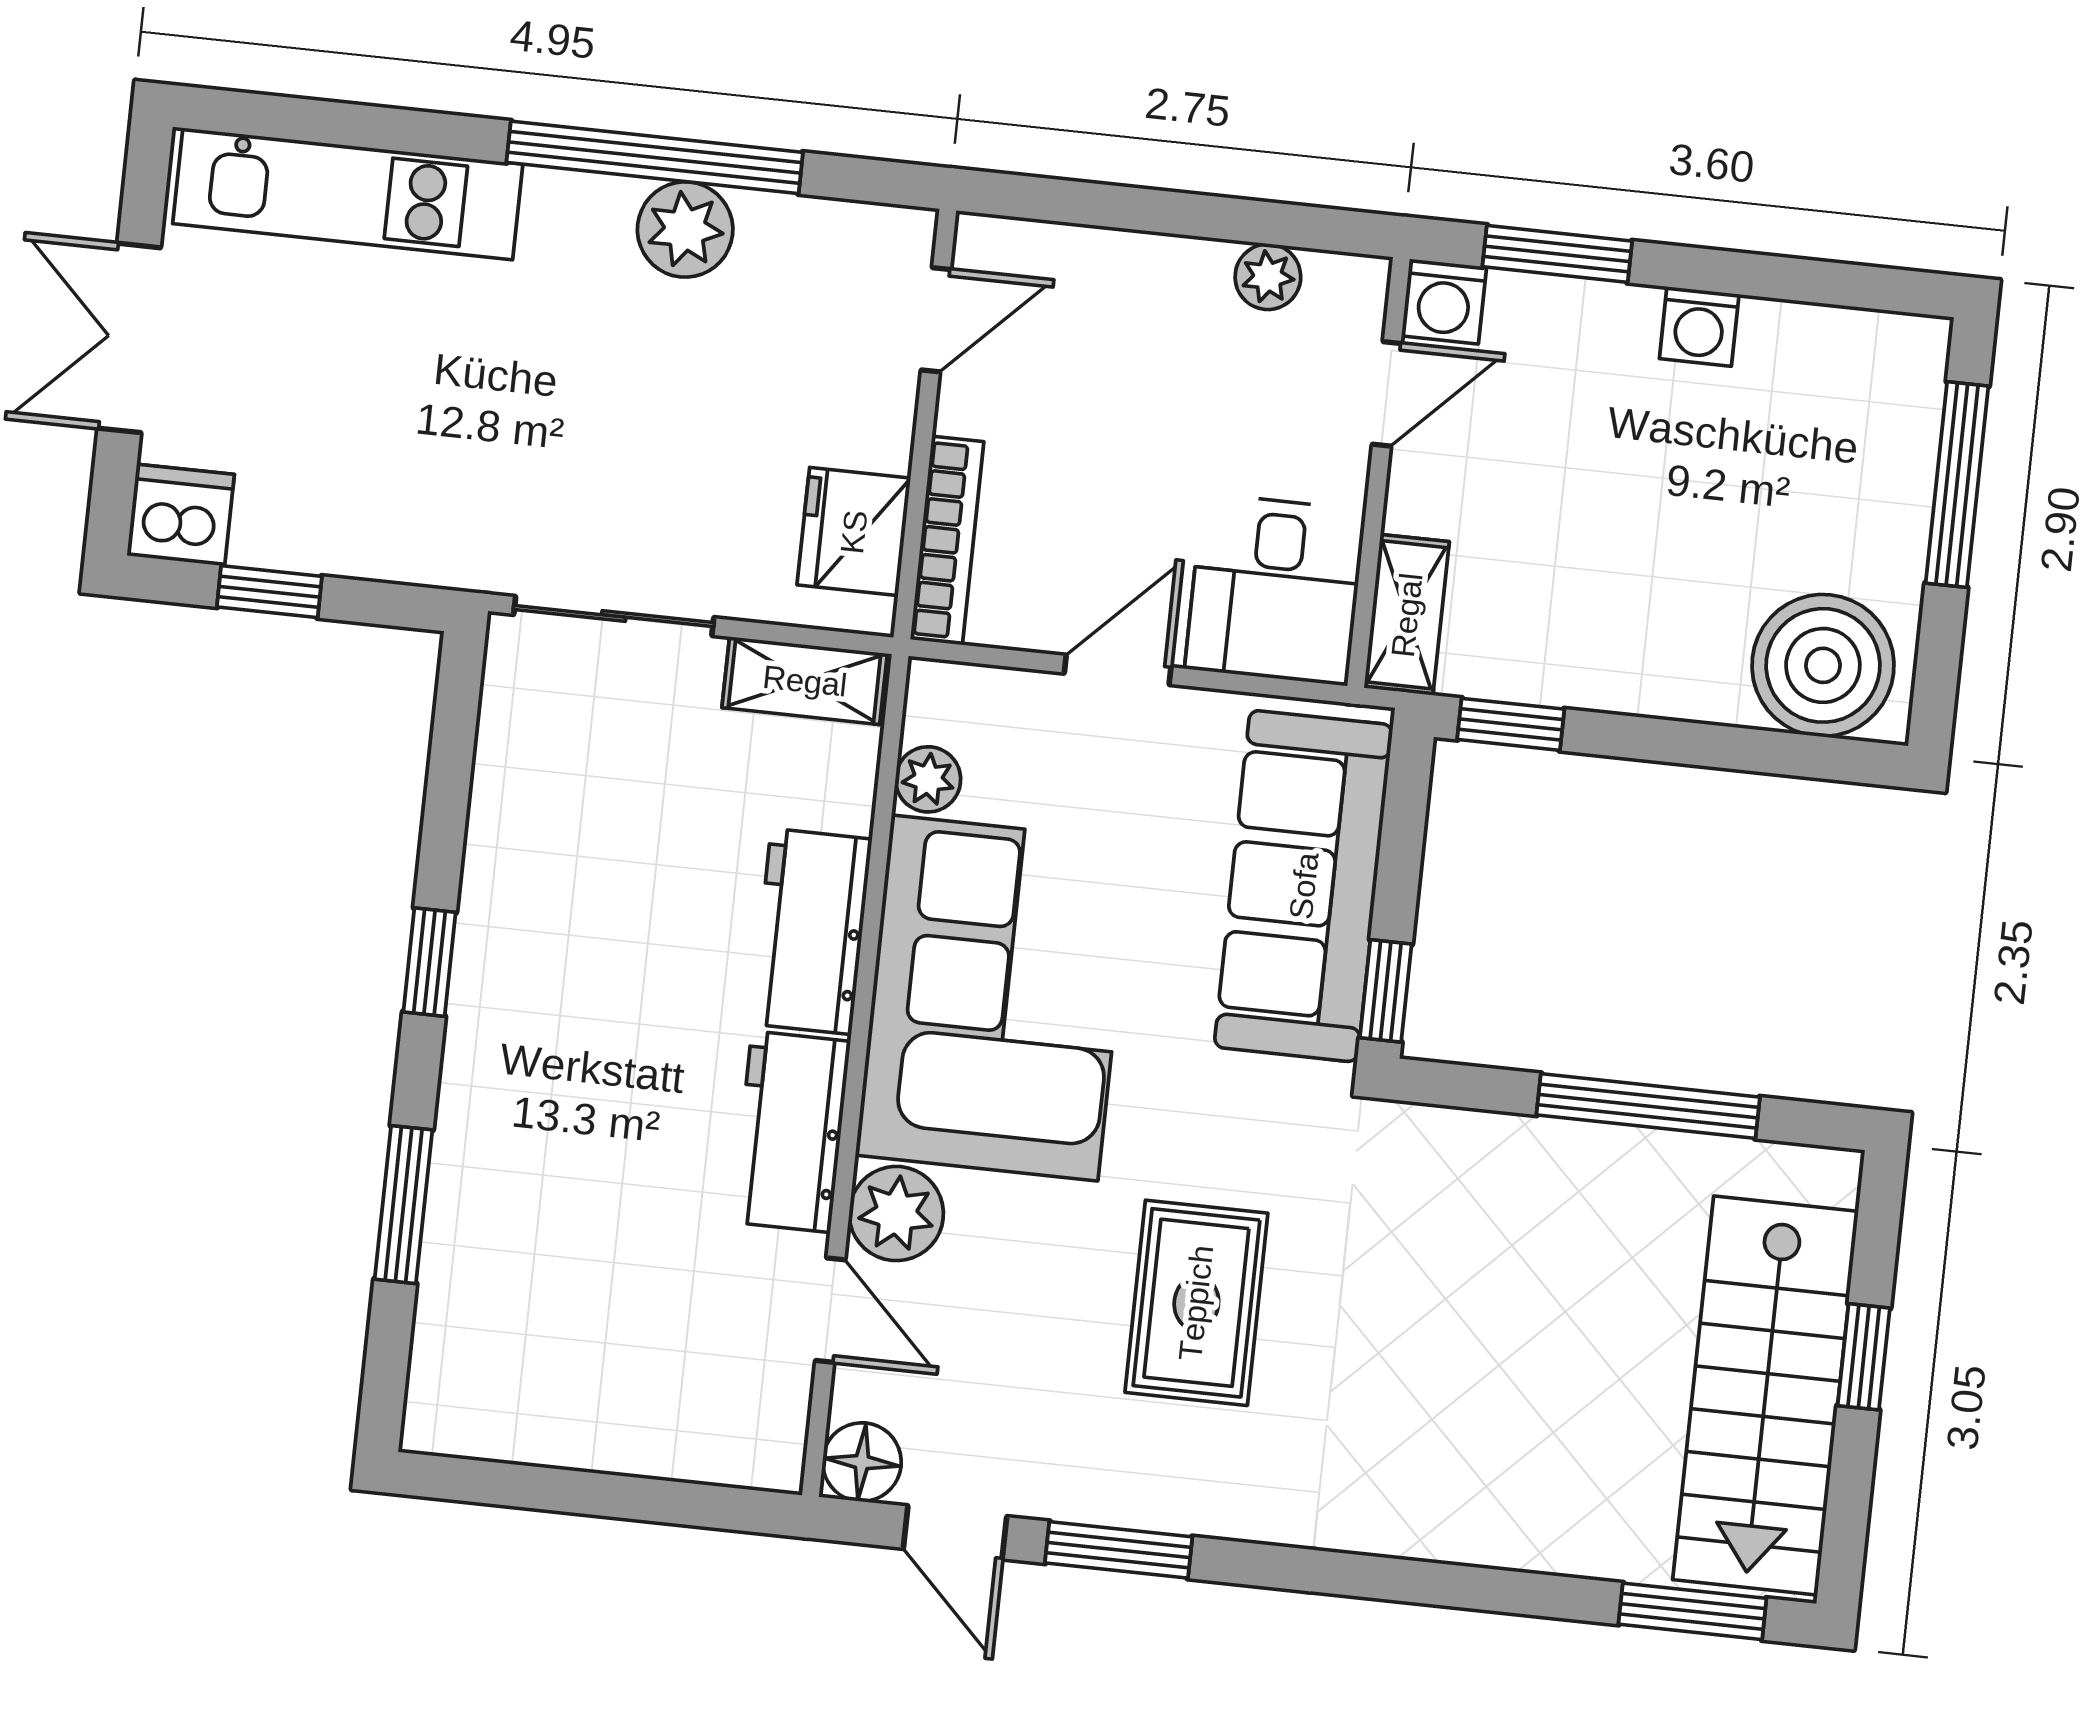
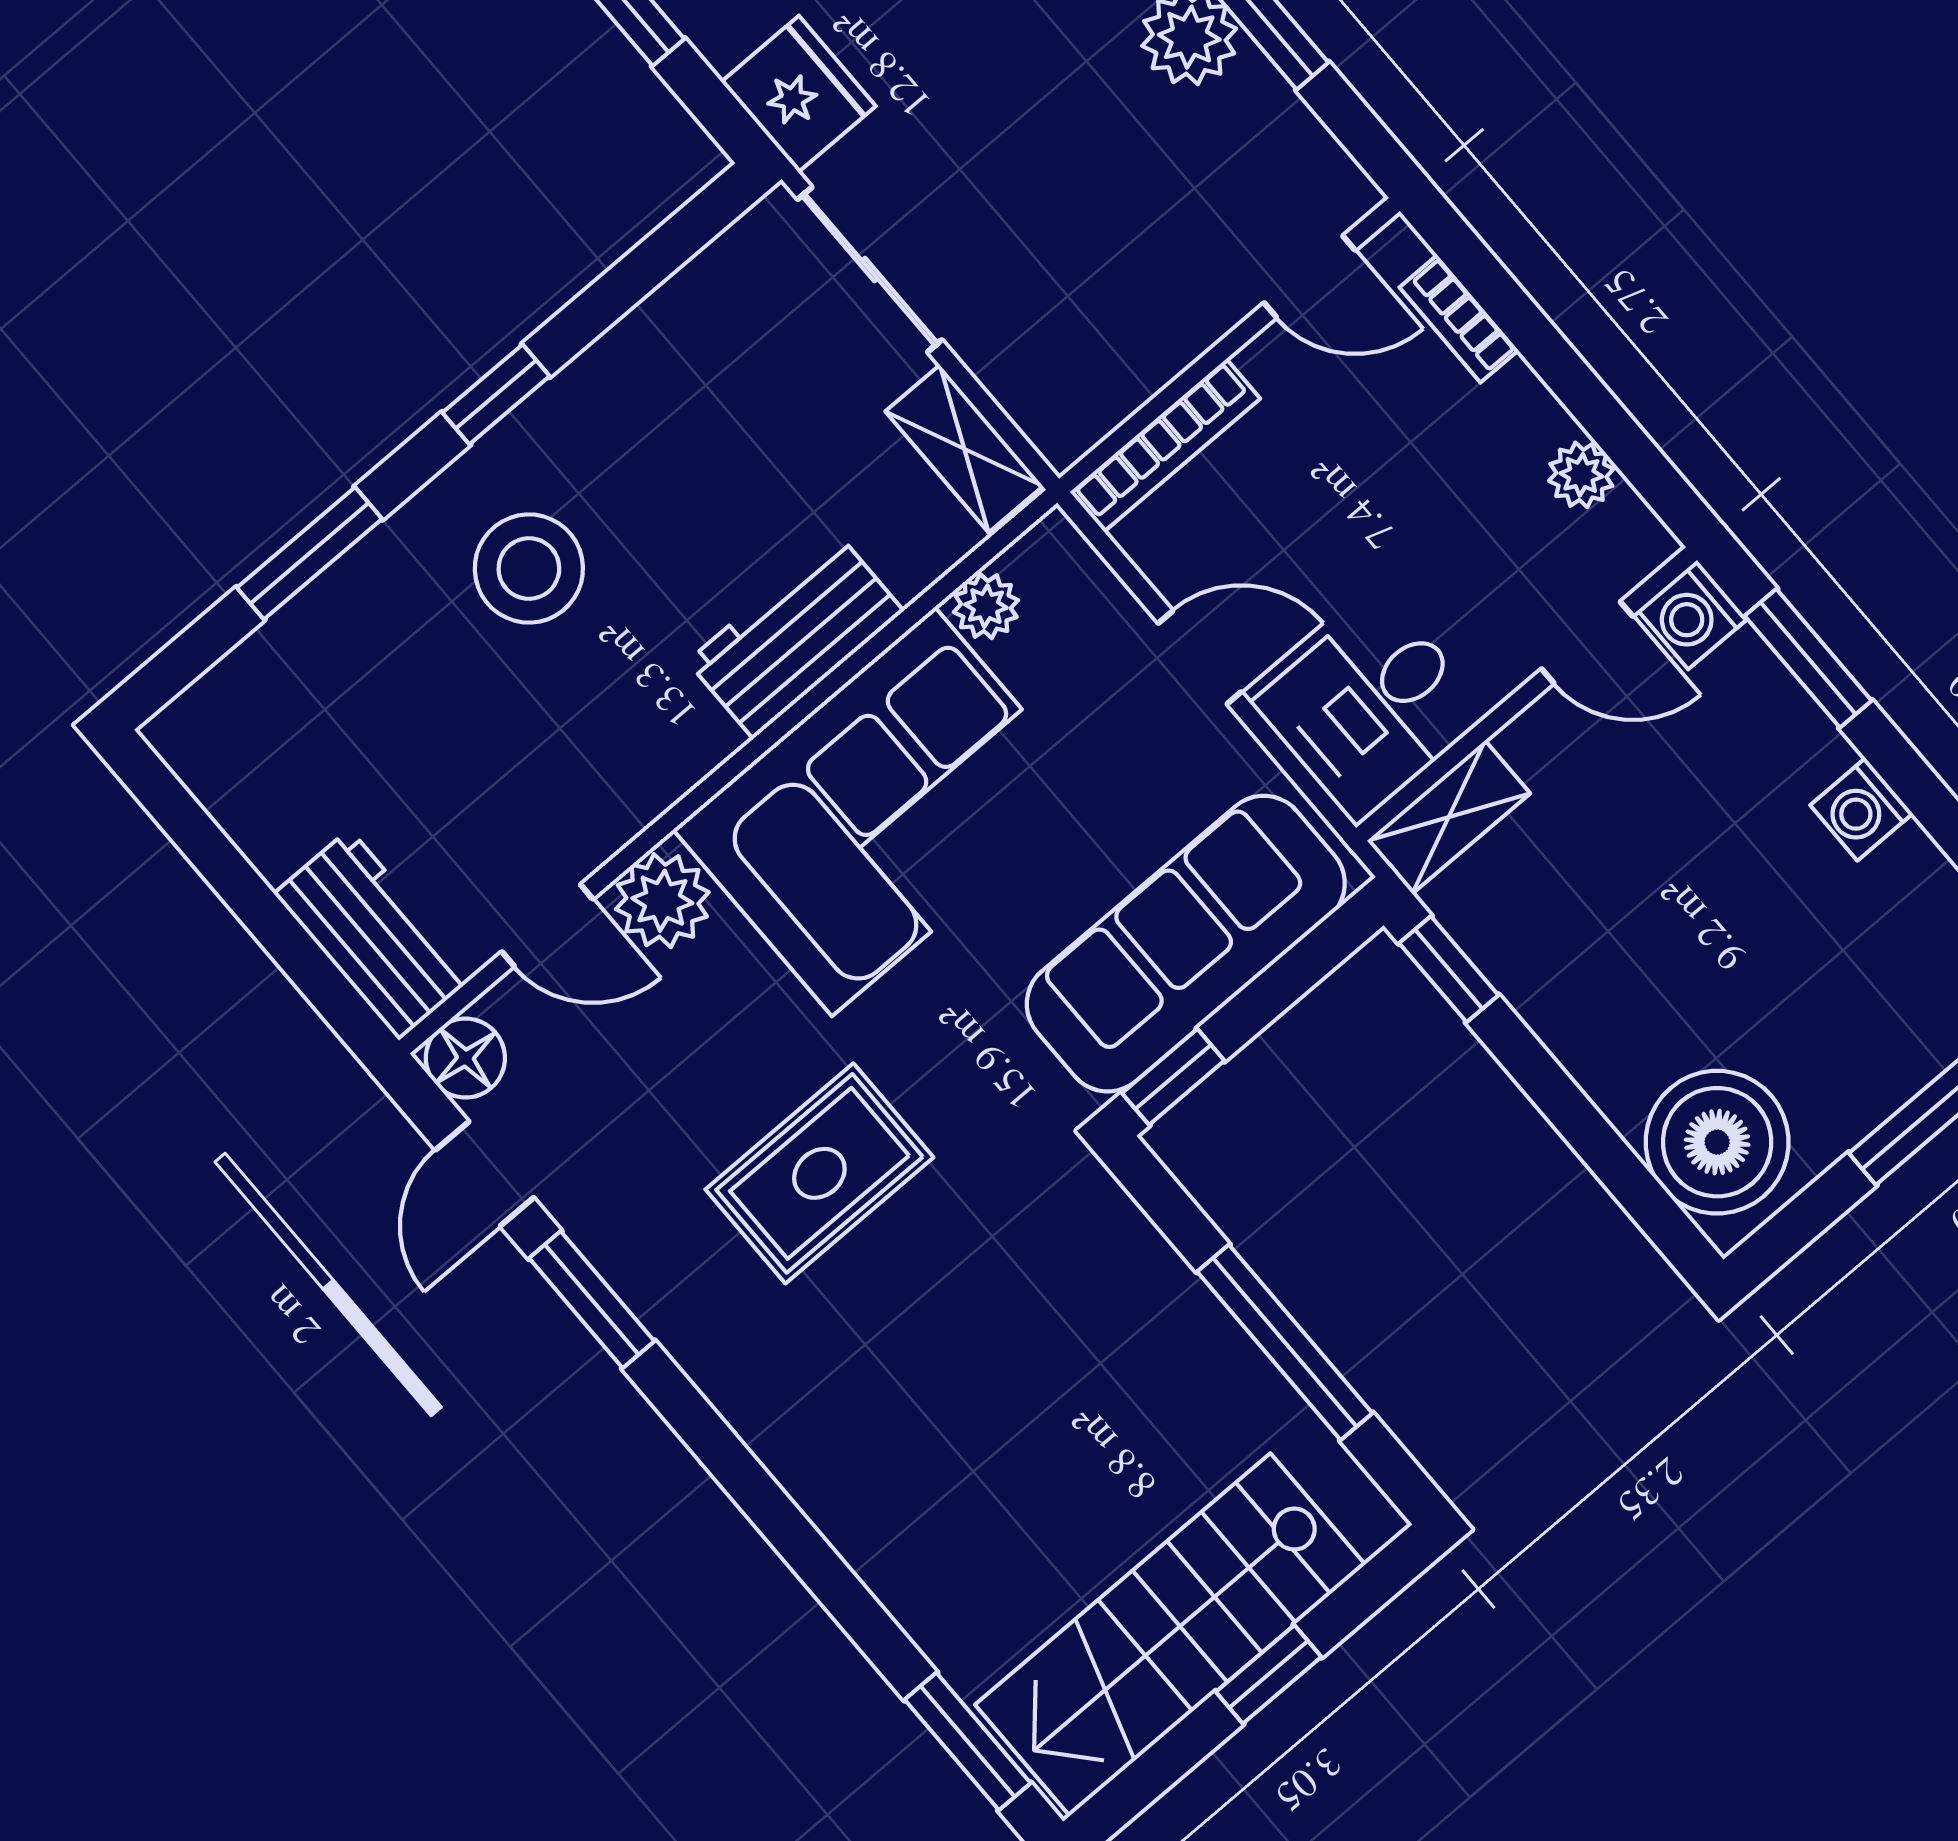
bookcase: (1073, 248) -> (1459, 319), added
fridge: (854, 532) -> (799, 94), moved, turned 90
stool: (572, 1065) -> (529, 569), added
workbench: (791, 1132) -> (374, 935), moved, turned 90
door: (830, 1310) -> (547, 925), hinge flipped

